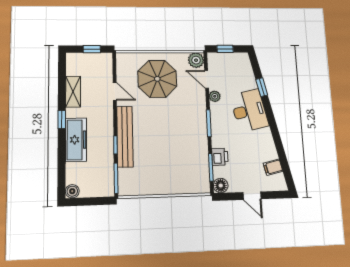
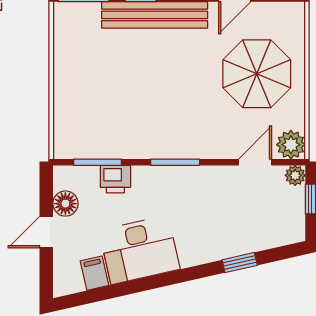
plant: (215, 96) -> (295, 175), moved
desk: (249, 111) -> (139, 250), moved
floor lamp: (221, 186) -> (65, 204), moved

